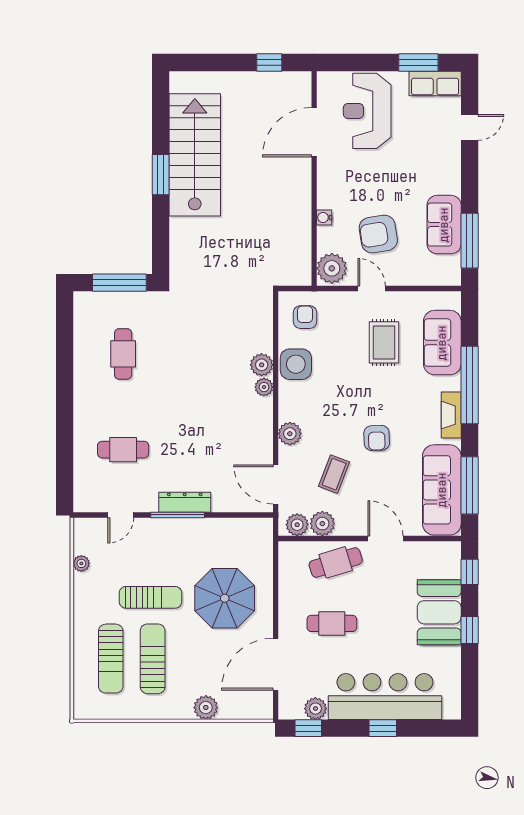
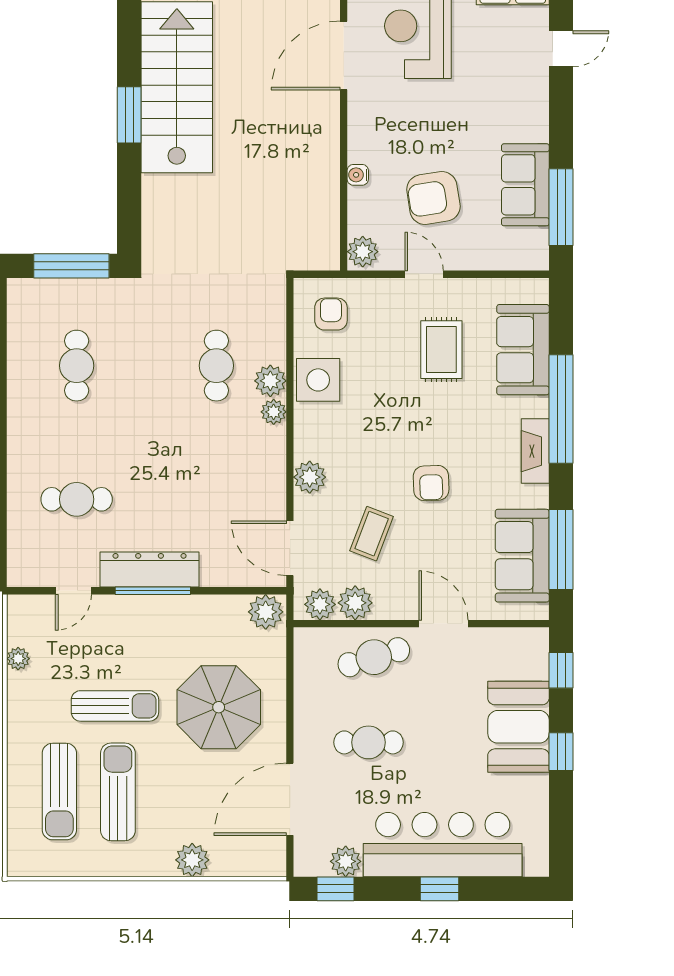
plant: (332, 268) -> (363, 252), width x0.73, depth x0.73
cafe table: (223, 354) -> (216, 366), added
sofa: (442, 490) -> (522, 556), width x0.73
dresser: (185, 502) -> (150, 570), width x1.37, depth x1.24
plant: (258, 530) -> (266, 612), added

